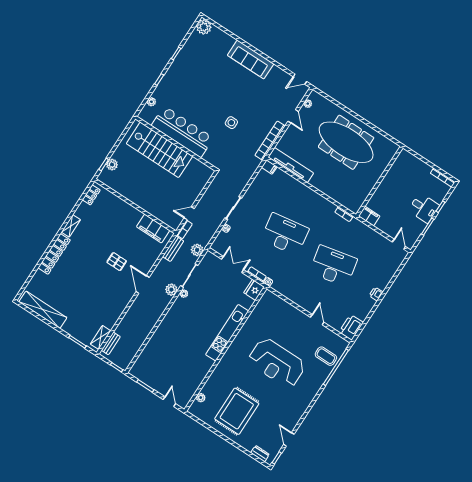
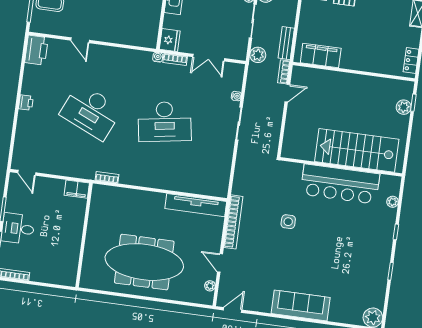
filing cabinet: (269, 167) -> (220, 191), removed
desk: (333, 266) -> (91, 112), turned 36

